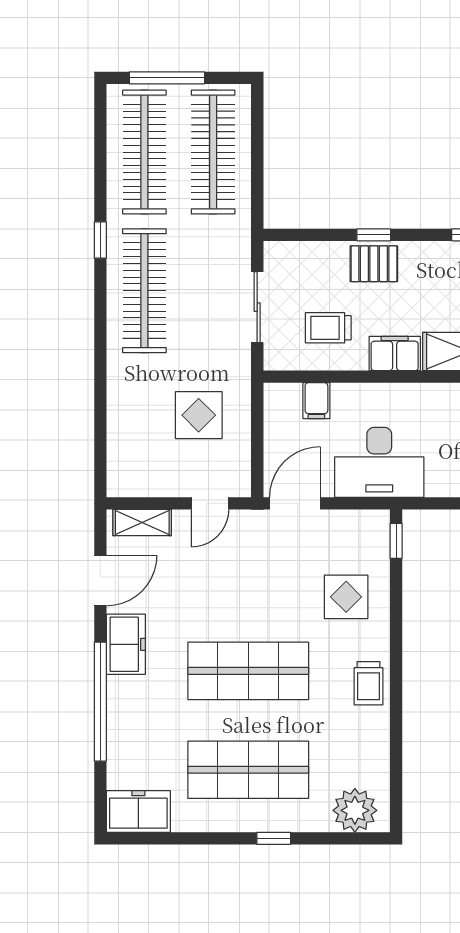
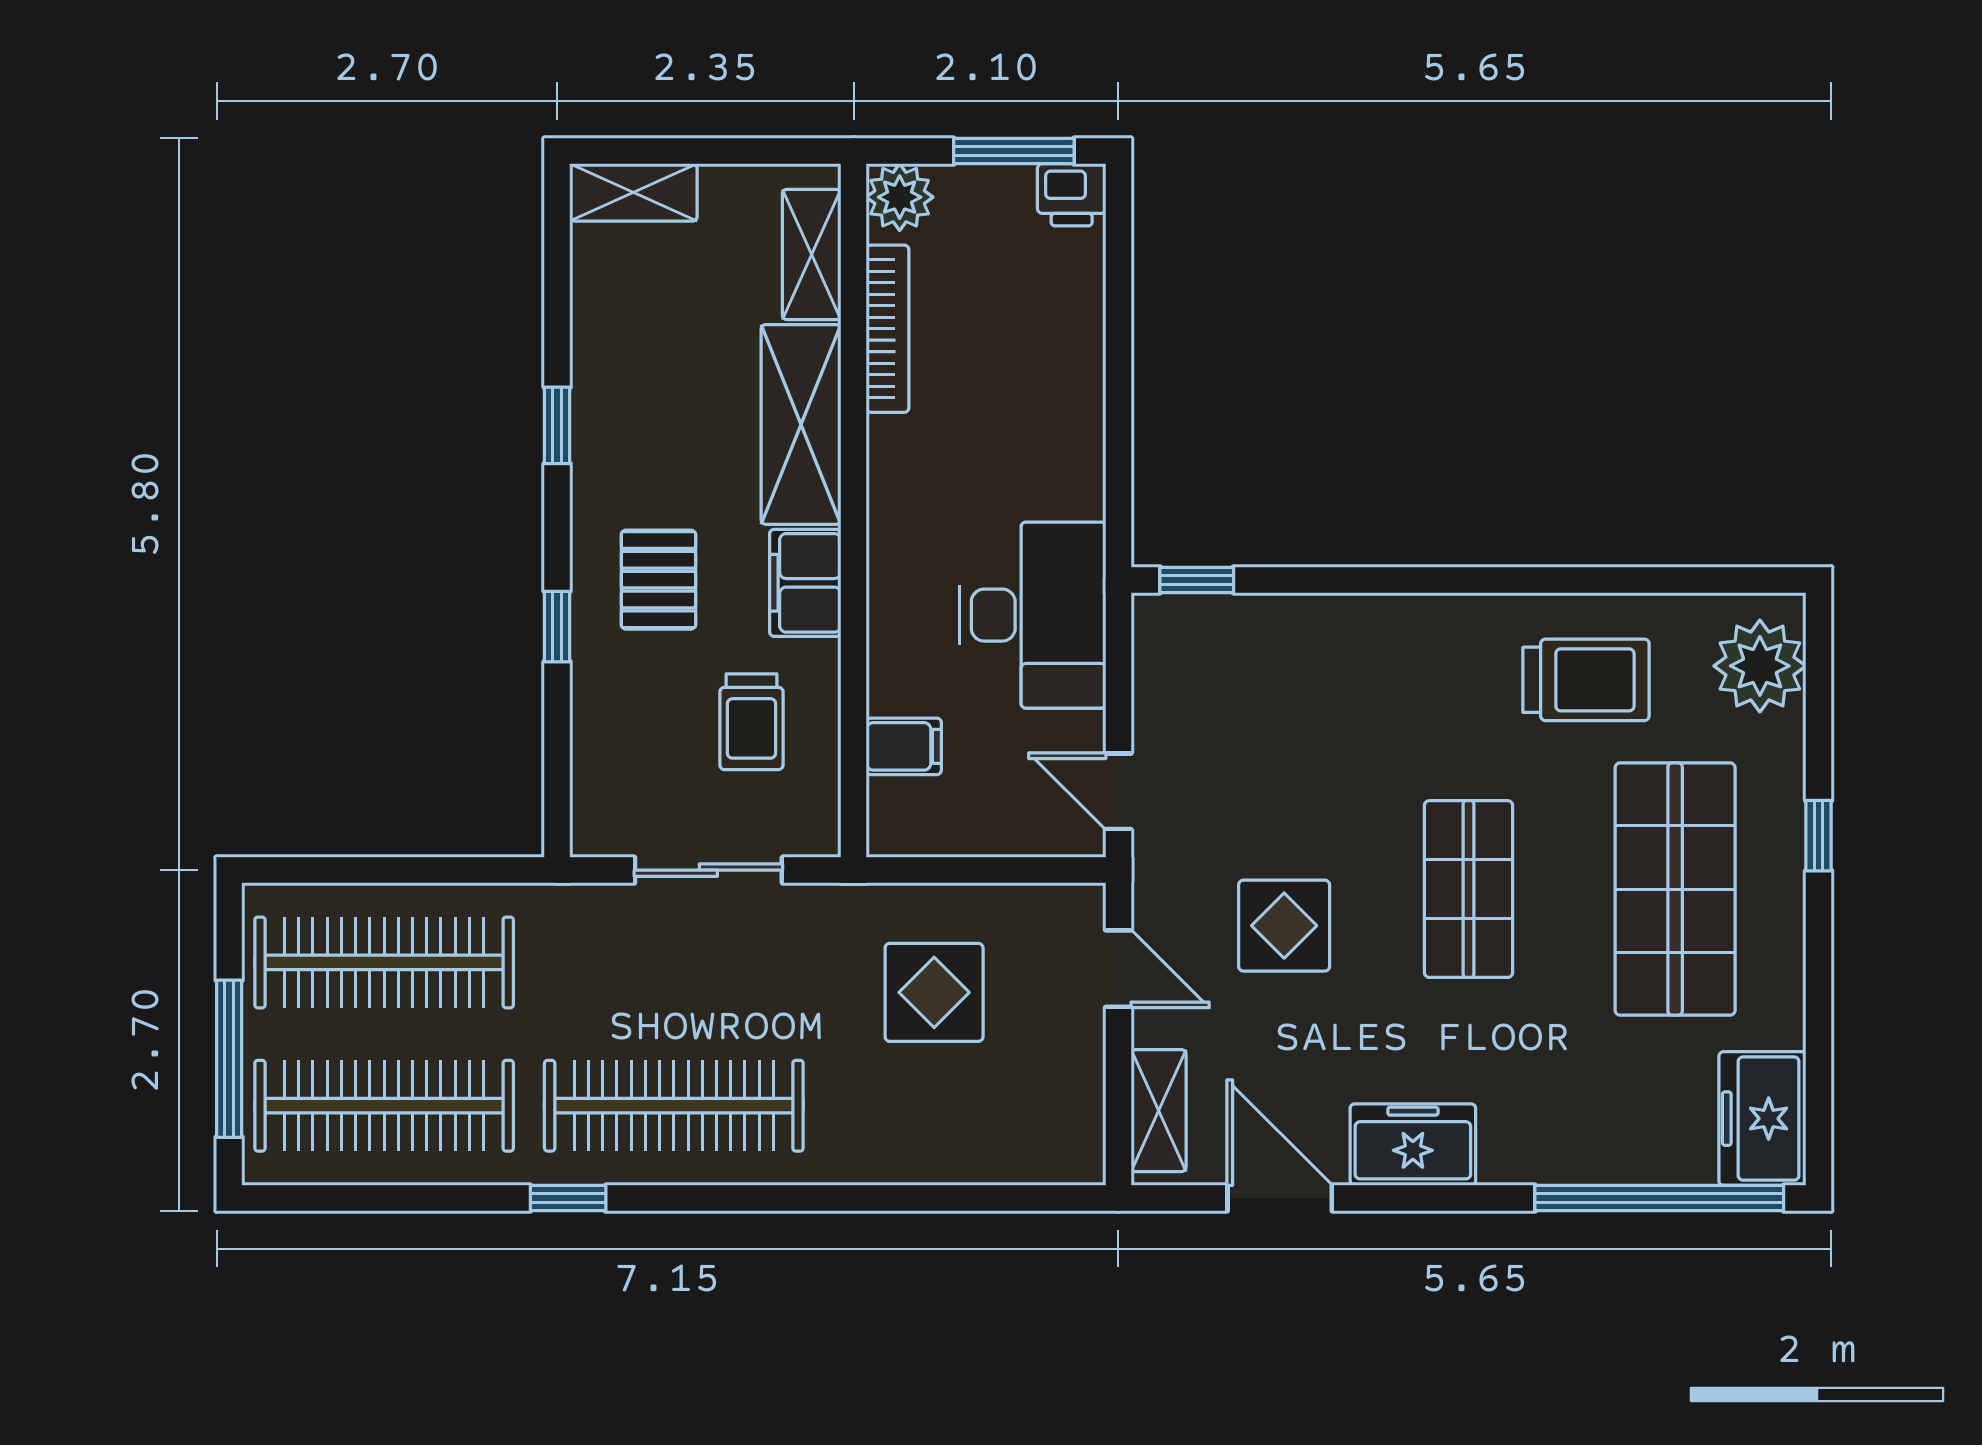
pallet: (374, 264) -> (658, 580), moved
door: (295, 503) -> (1118, 791), width x0.73
display table: (346, 597) -> (1284, 926), moved
shop shelf: (248, 671) -> (1469, 889), width x0.70, depth x0.74
trolley: (368, 683) -> (1586, 680), moved, width x1.36, depth x1.39
window: (100, 702) -> (1659, 1198), moved

